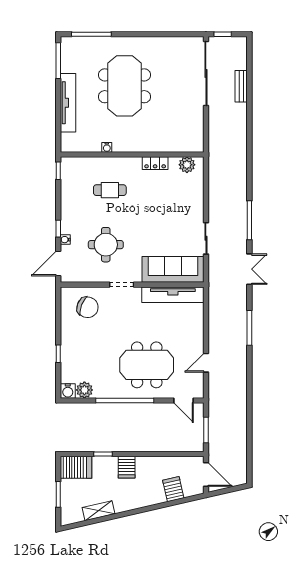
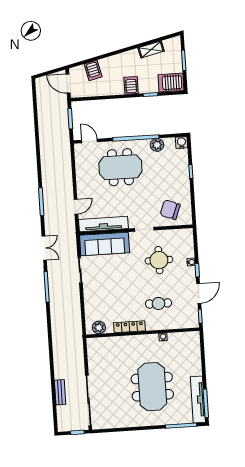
tv unit: (68, 103) -> (198, 400), moved
locker: (155, 163) -> (129, 327), width x1.53
door: (58, 264) -> (199, 293), moved
double door: (249, 269) -> (44, 248), swing flipped
door: (206, 363) -> (76, 207), moved
plant: (84, 390) -> (157, 145), moved

